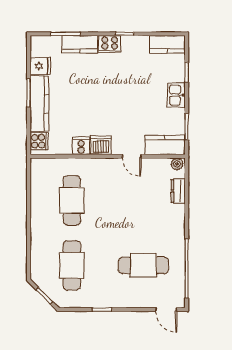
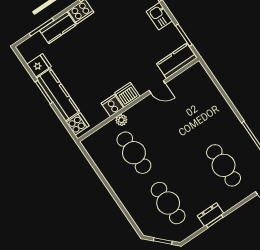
plant: (177, 164) -> (121, 120), moved
dresser: (178, 191) -> (210, 215), moved, turned 90
cafe table: (143, 265) -> (224, 165), turned 90

